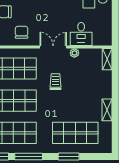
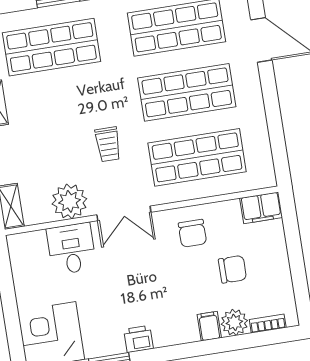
plant: (74, 53) -> (69, 201), width x1.88, depth x1.88

